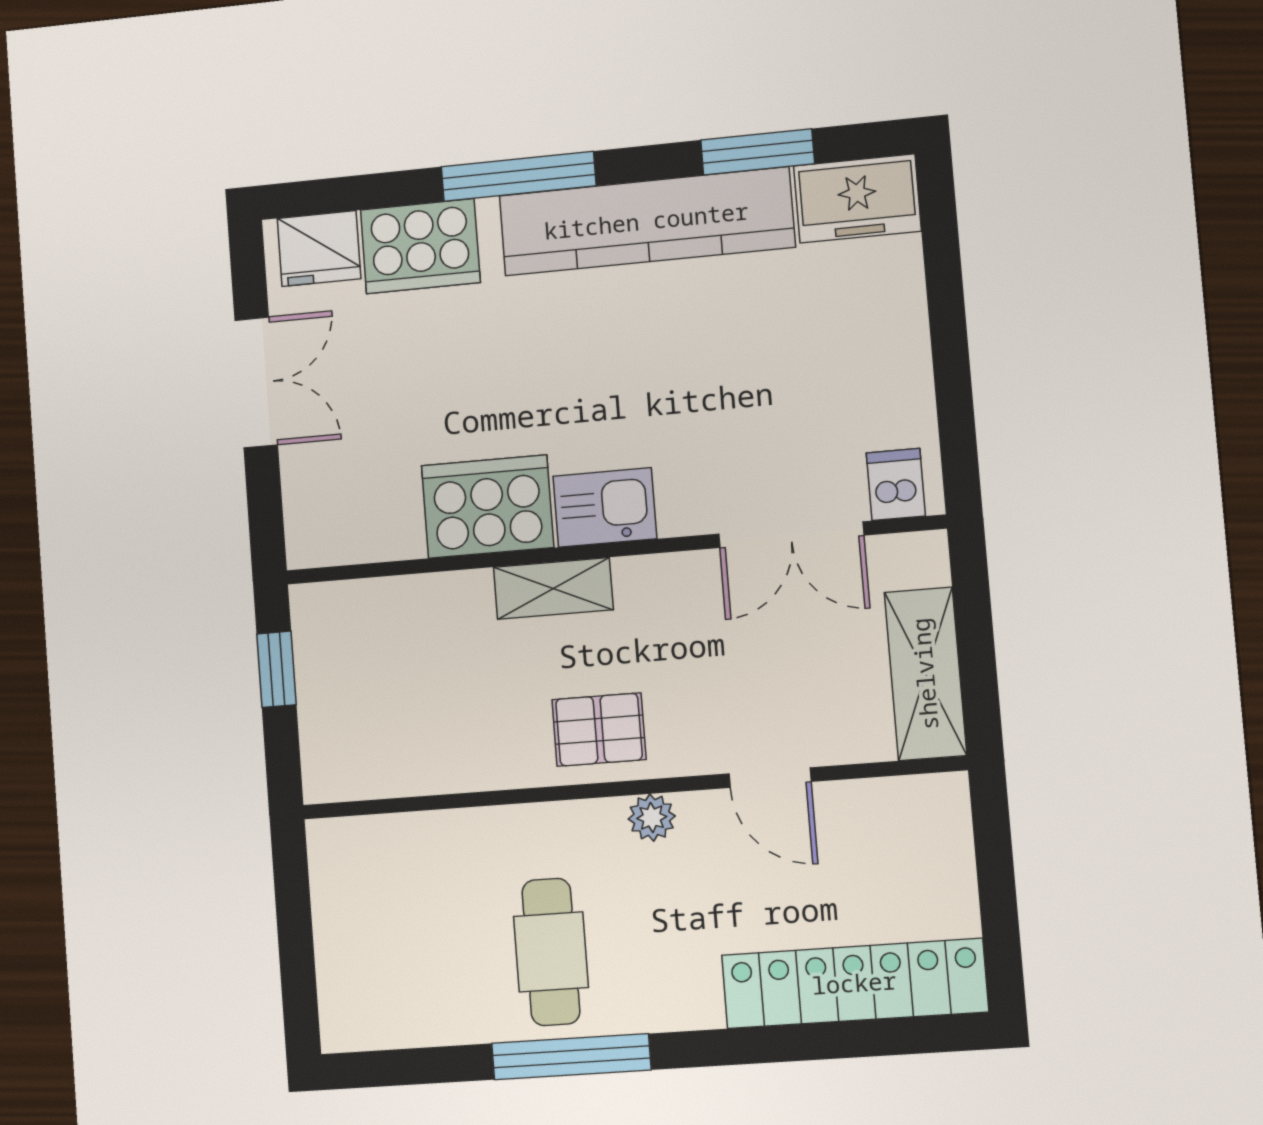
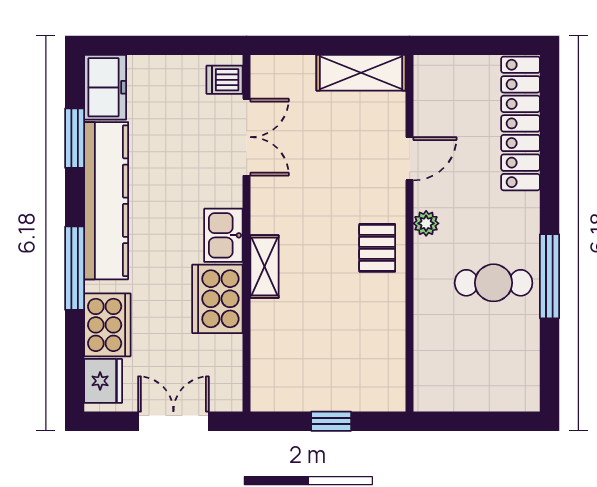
dishwasher: (896, 484) -> (225, 80), moved
cooker: (488, 507) -> (217, 299), moved
kitchen sink: (605, 507) -> (223, 235), moved
double door: (791, 535) -> (247, 137), moved
wall: (612, 550) -> (247, 233), moved
shelving: (553, 588) -> (265, 267), moved

